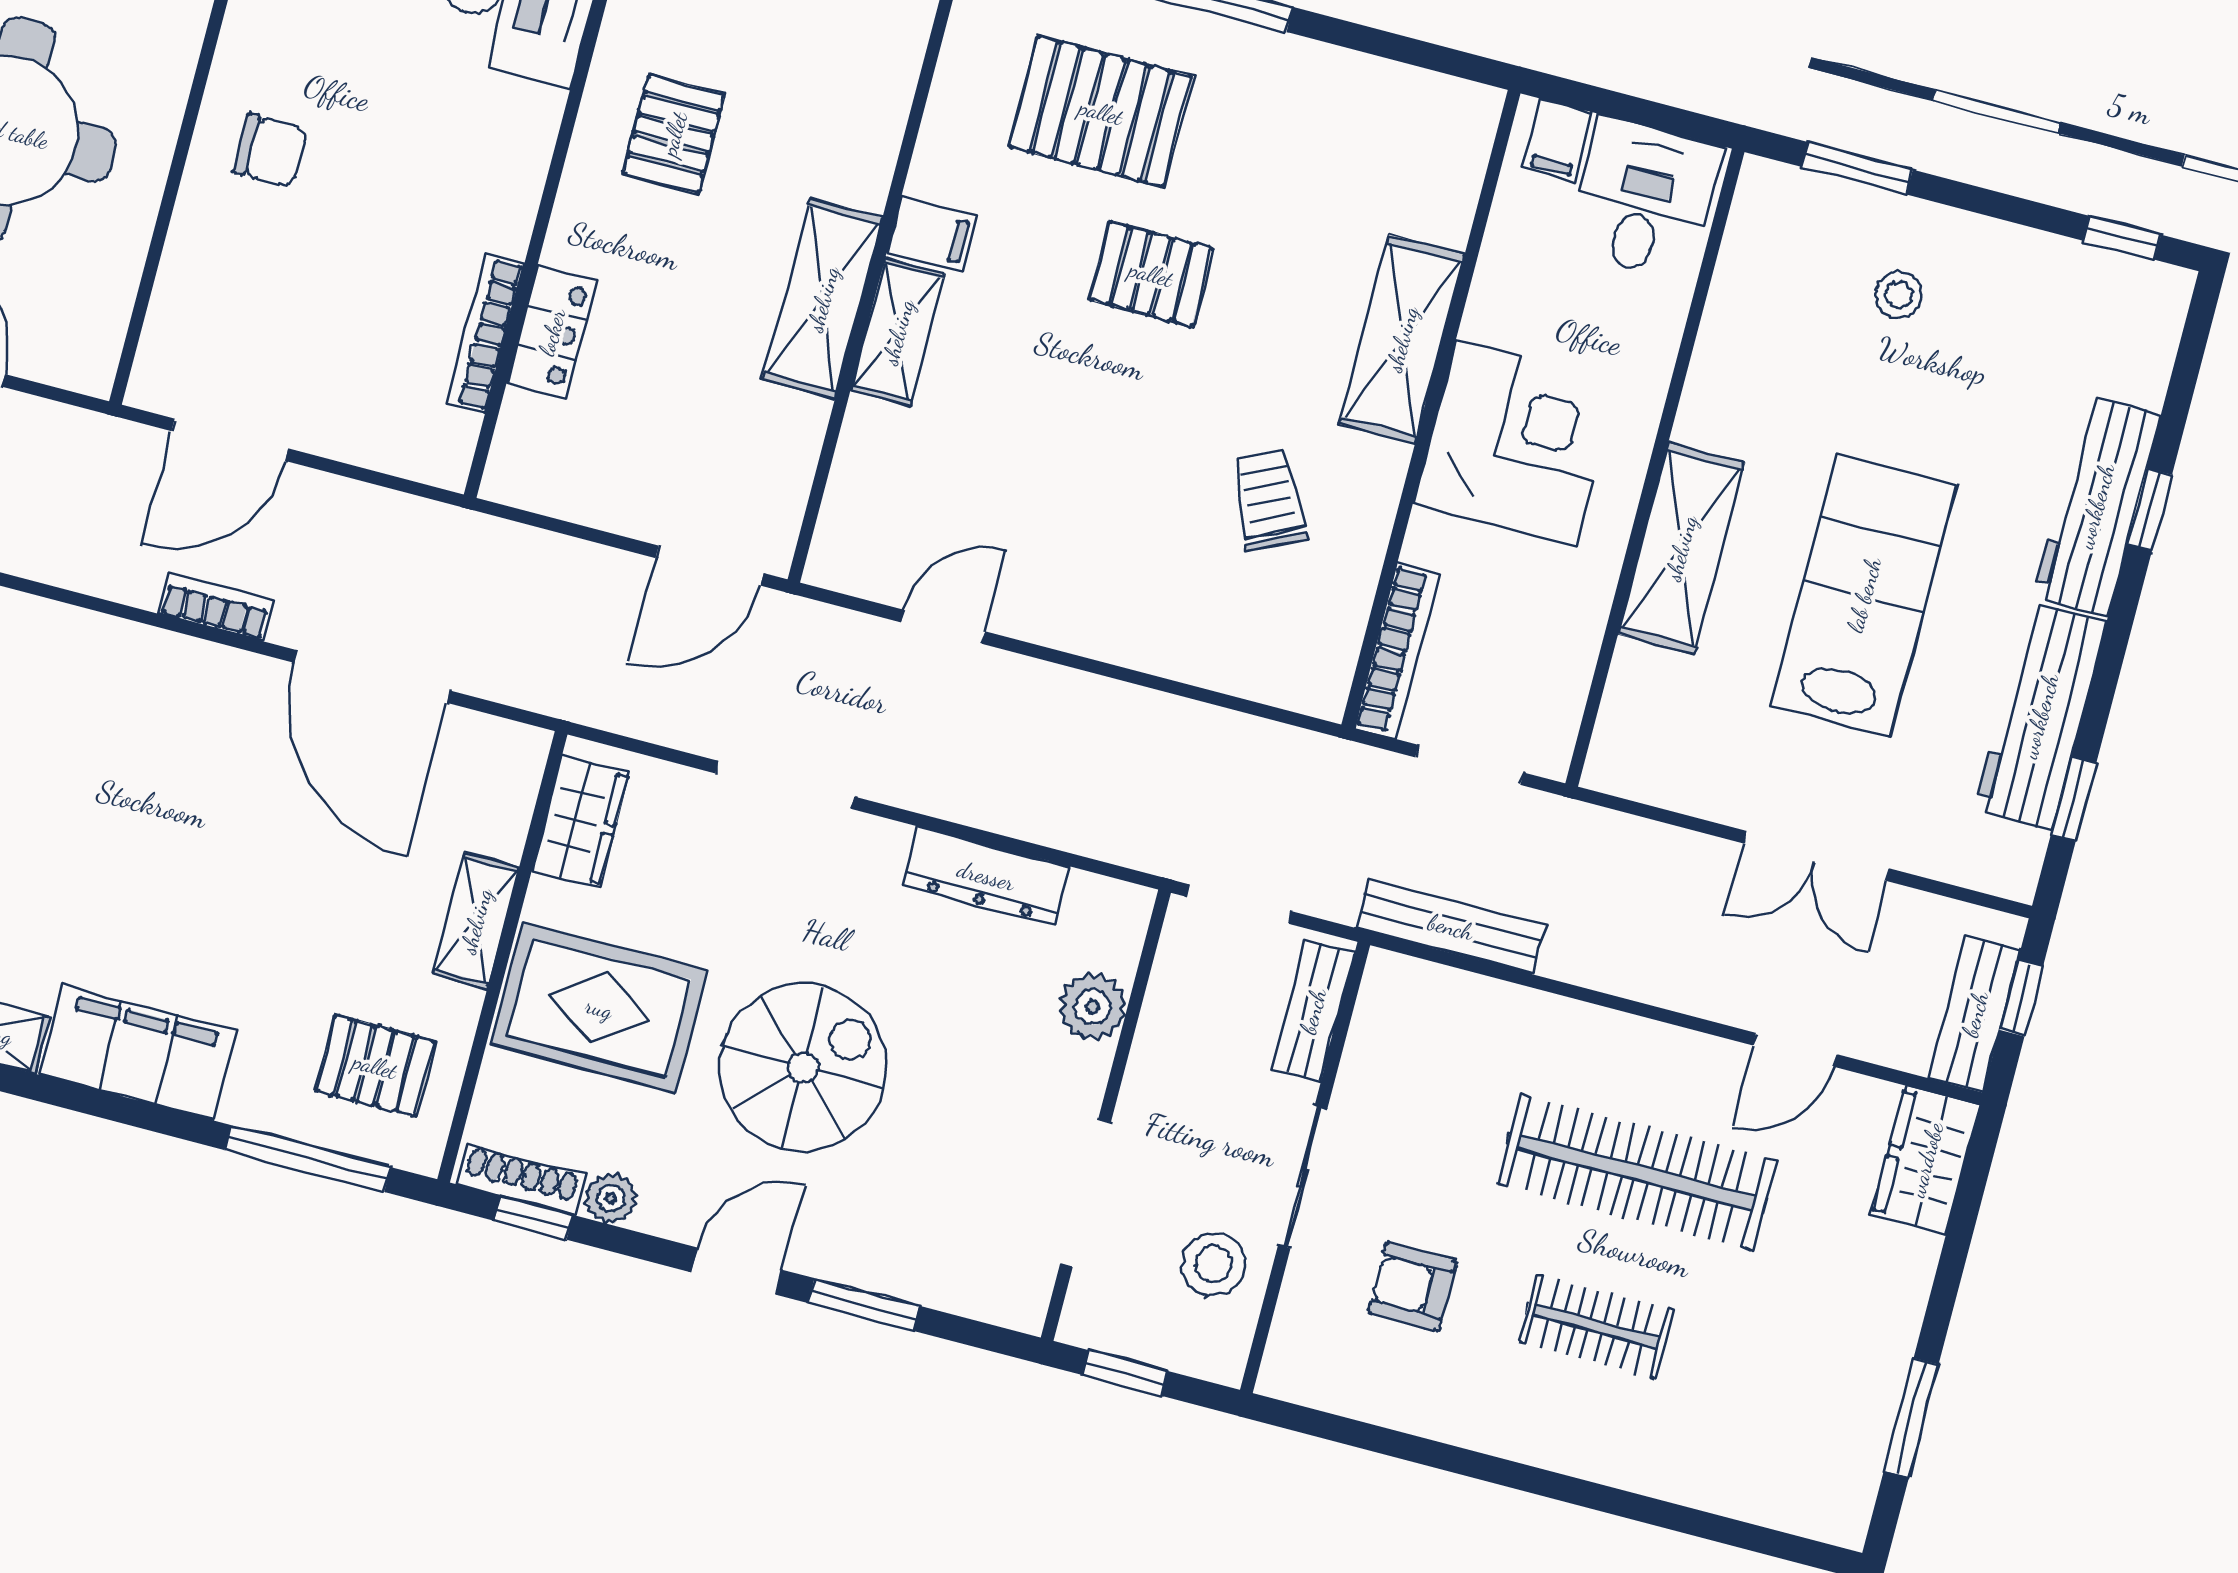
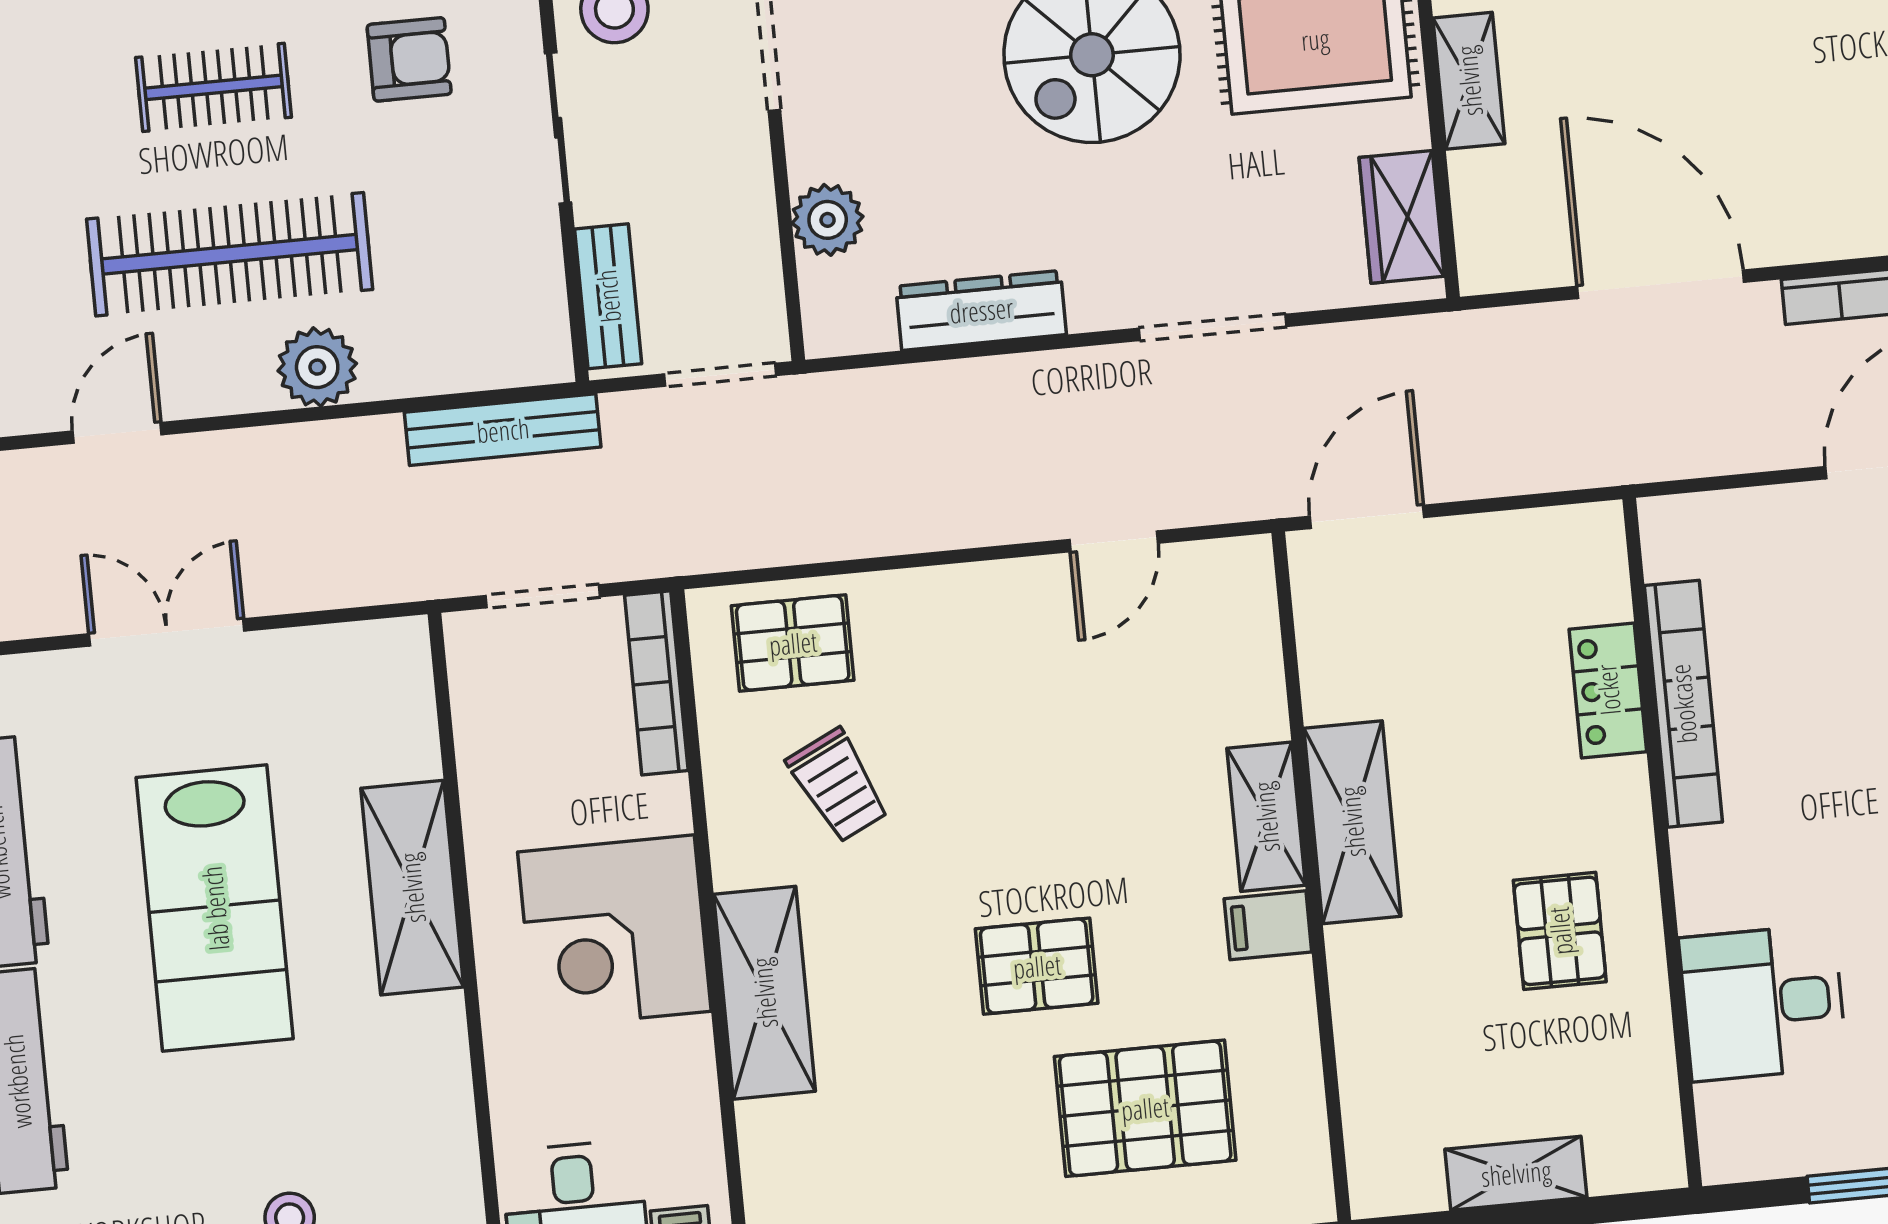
bookcase: (486, 333) -> (1683, 704), width x1.48, depth x1.31
pallet: (1262, 642) -> (793, 643), added
plant: (1595, 1043) -> (317, 367), added

